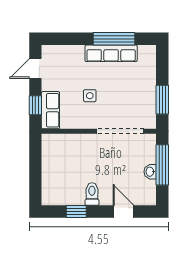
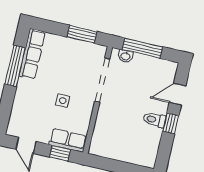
row of seats: (111, 53) -> (32, 54), moved
washbasin: (150, 172) -> (125, 56), moved
window: (76, 211) -> (171, 123), moved

